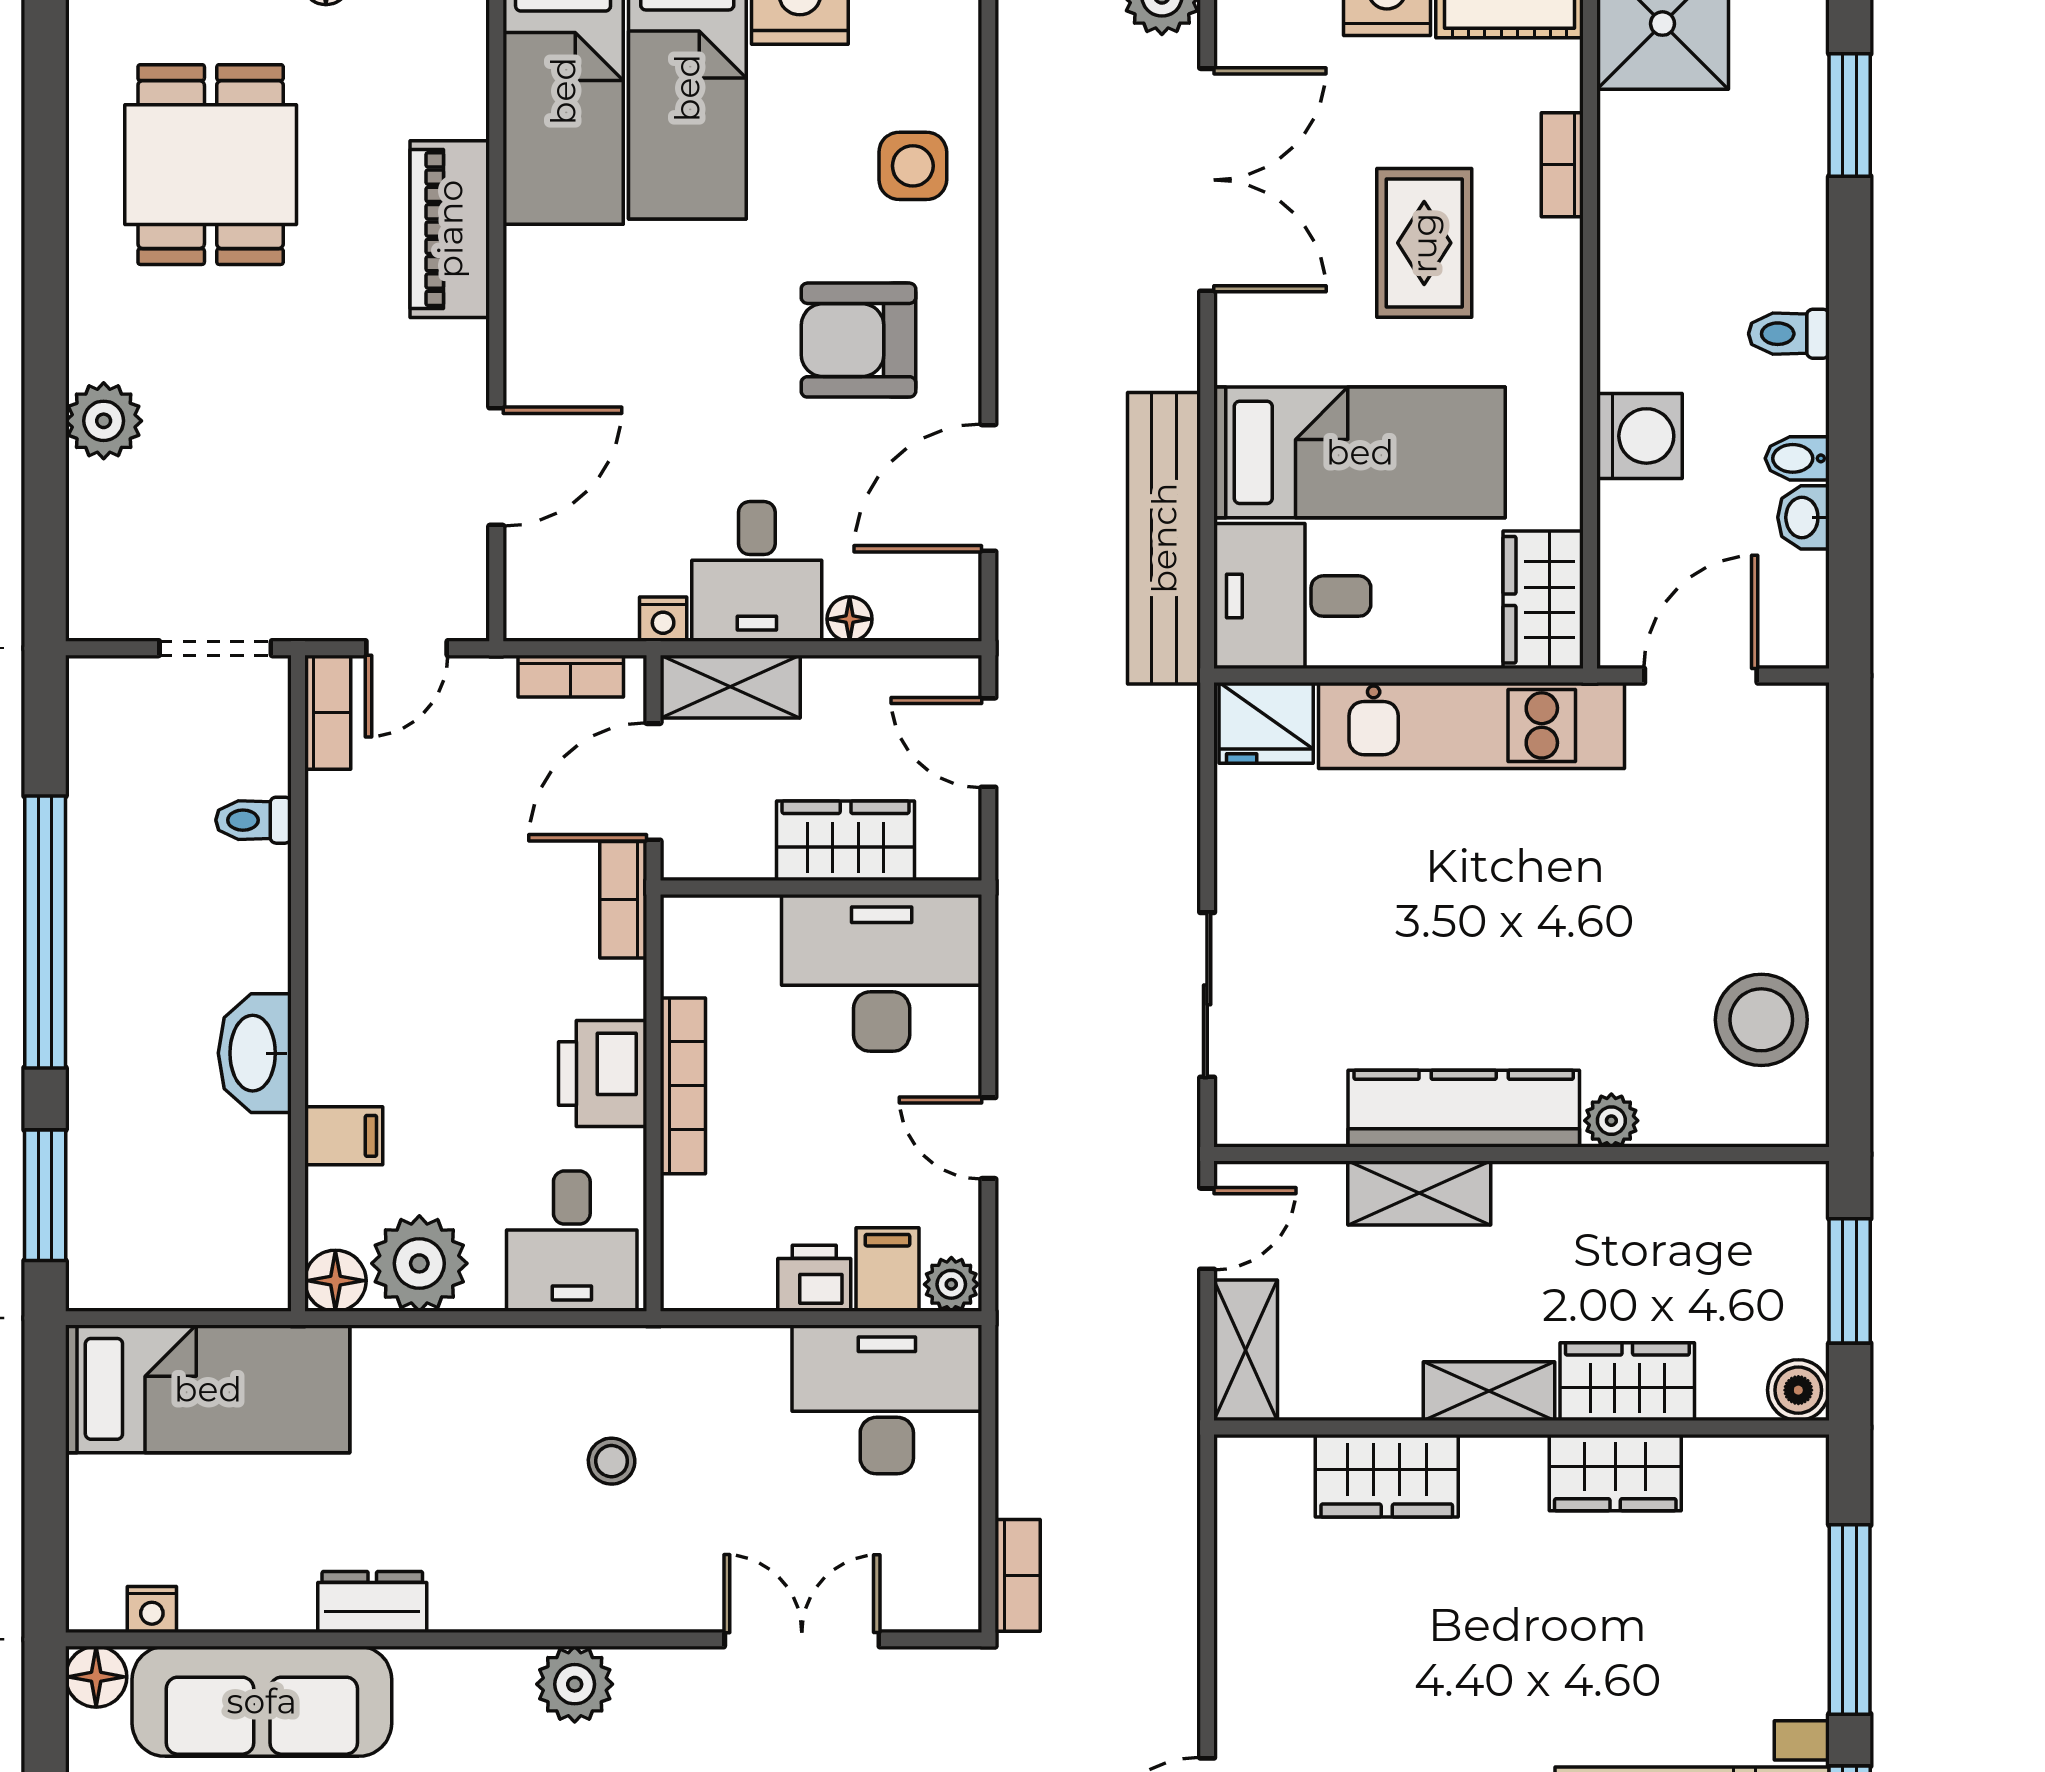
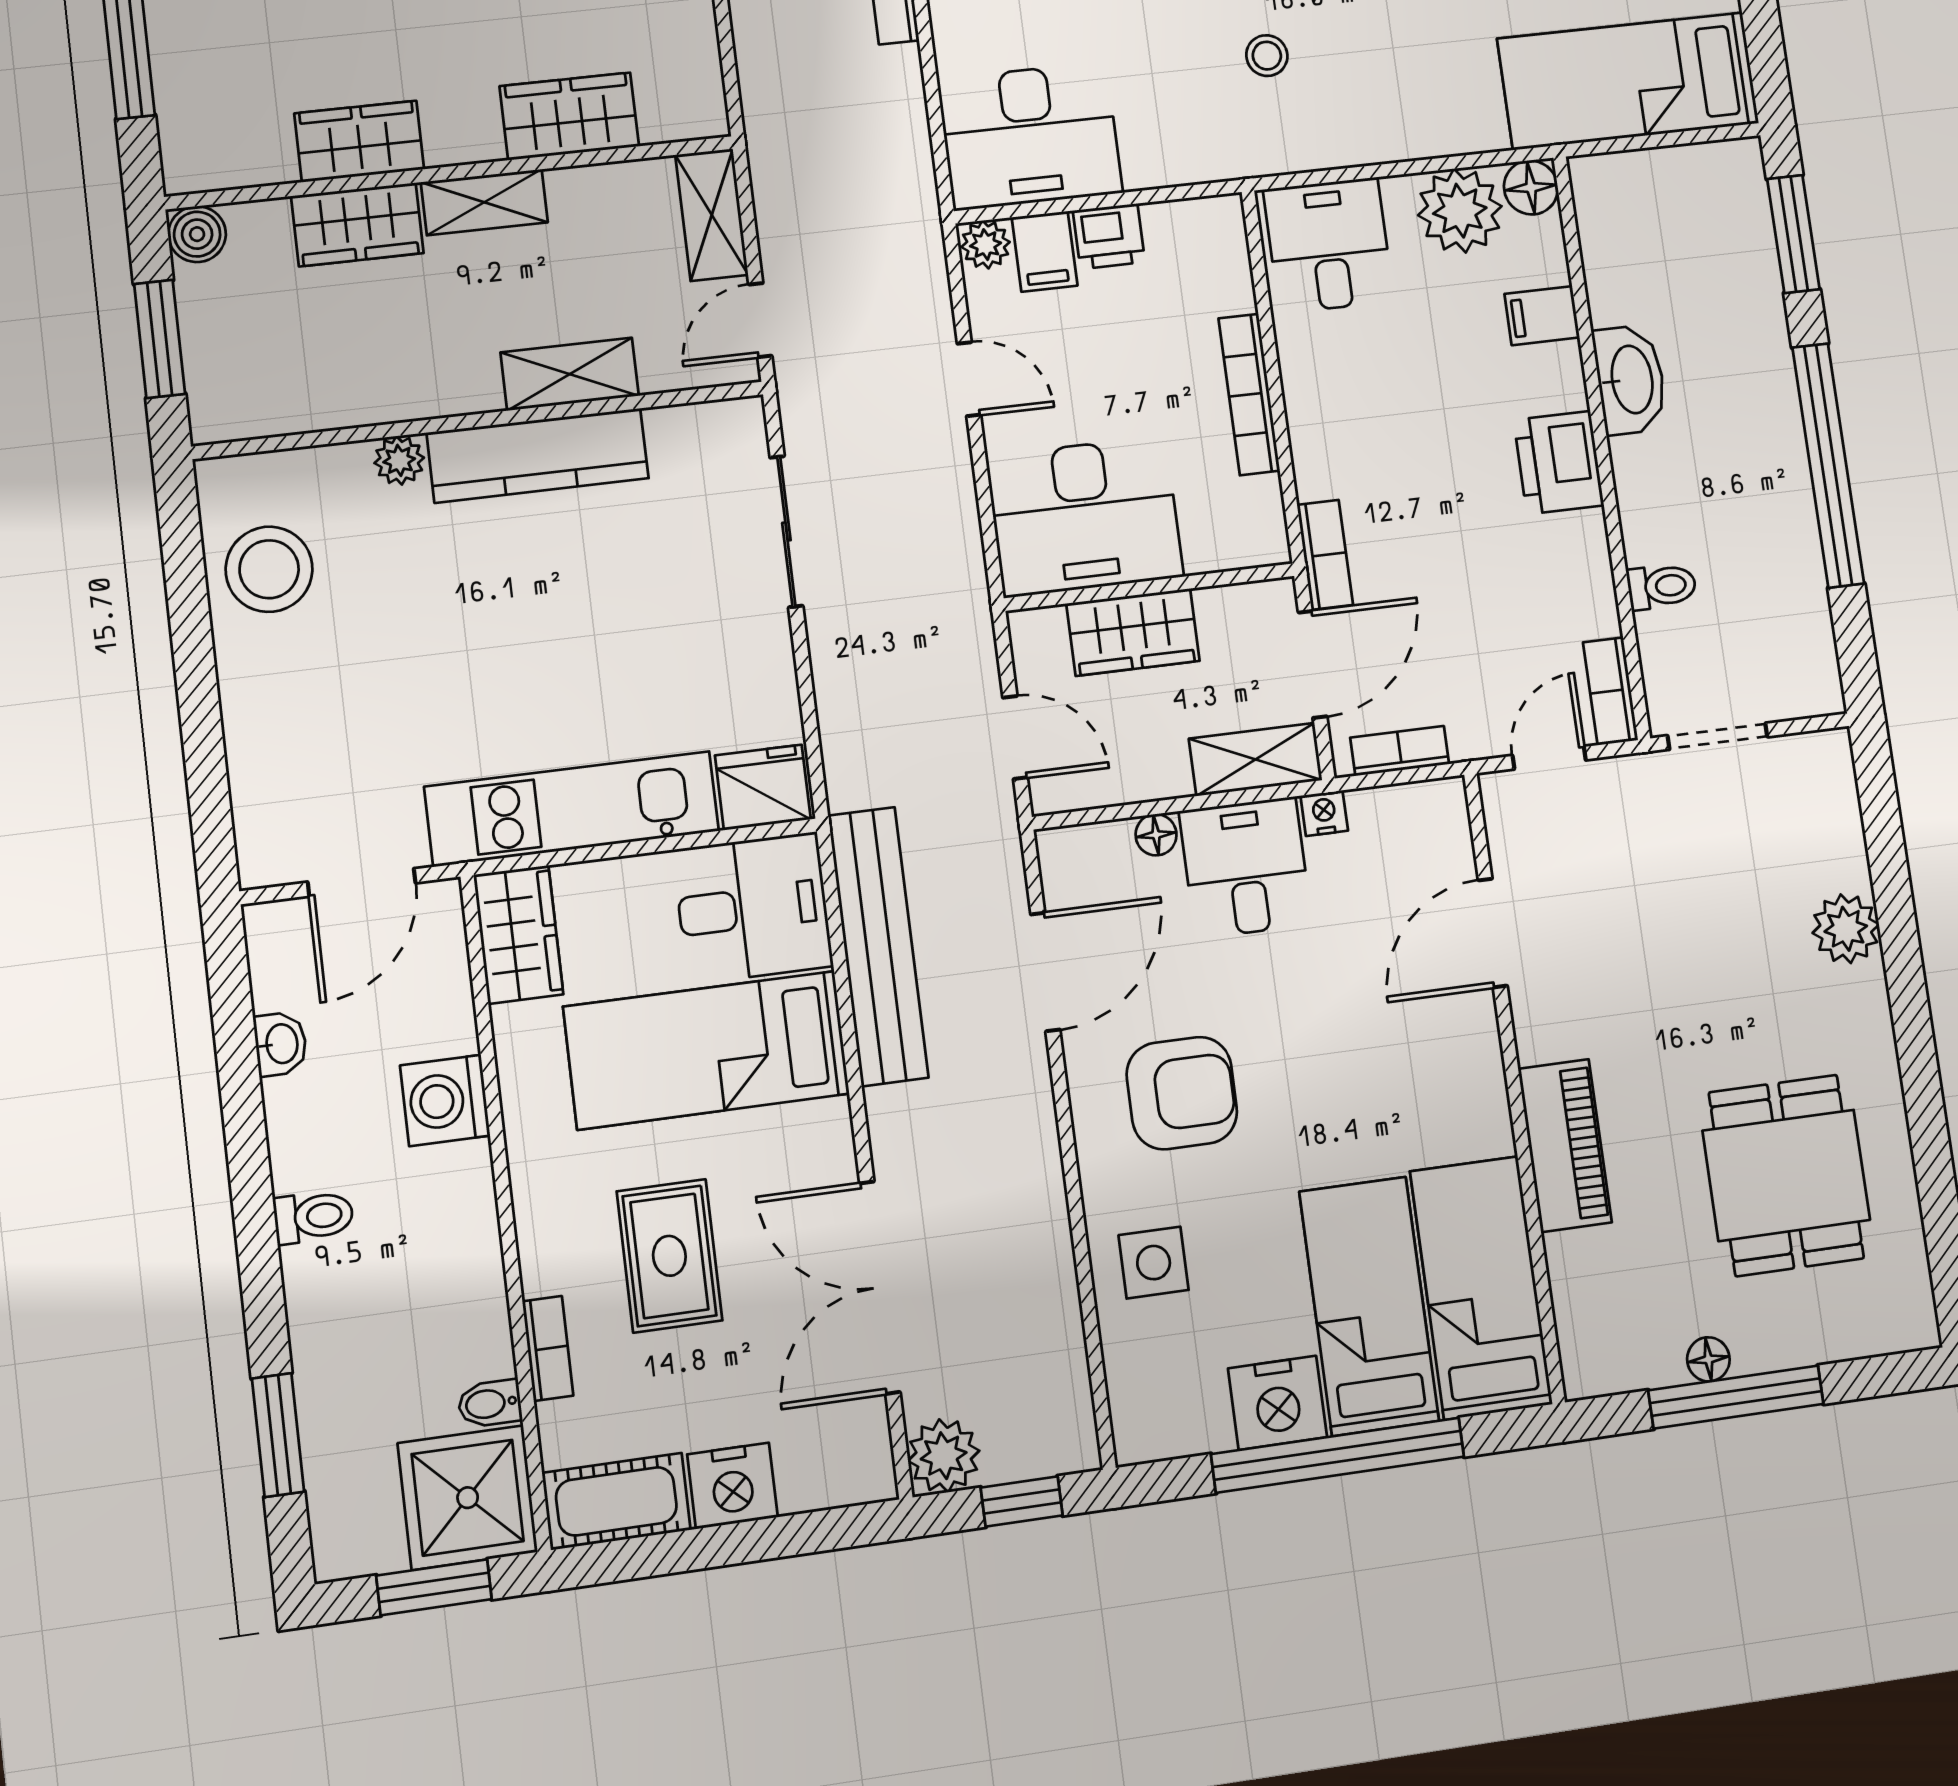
bidet: (1797, 458) -> (490, 1404), moved, turned 180
printer: (603, 1073) -> (1559, 463), moved, turned 180

